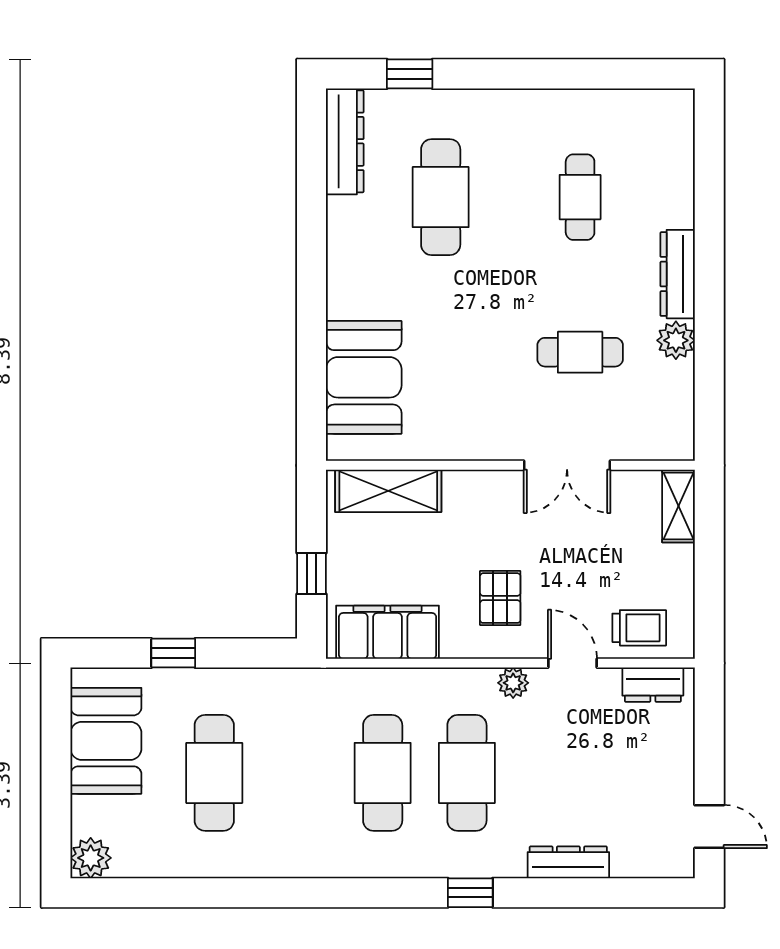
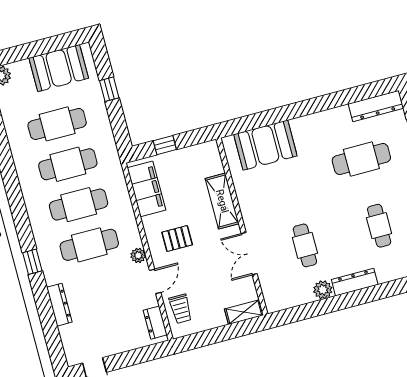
cafe table: (580, 197) -> (379, 226), turned 90
shelving: (388, 491) -> (222, 201), moved
cafe table: (298, 773) -> (68, 164), added

